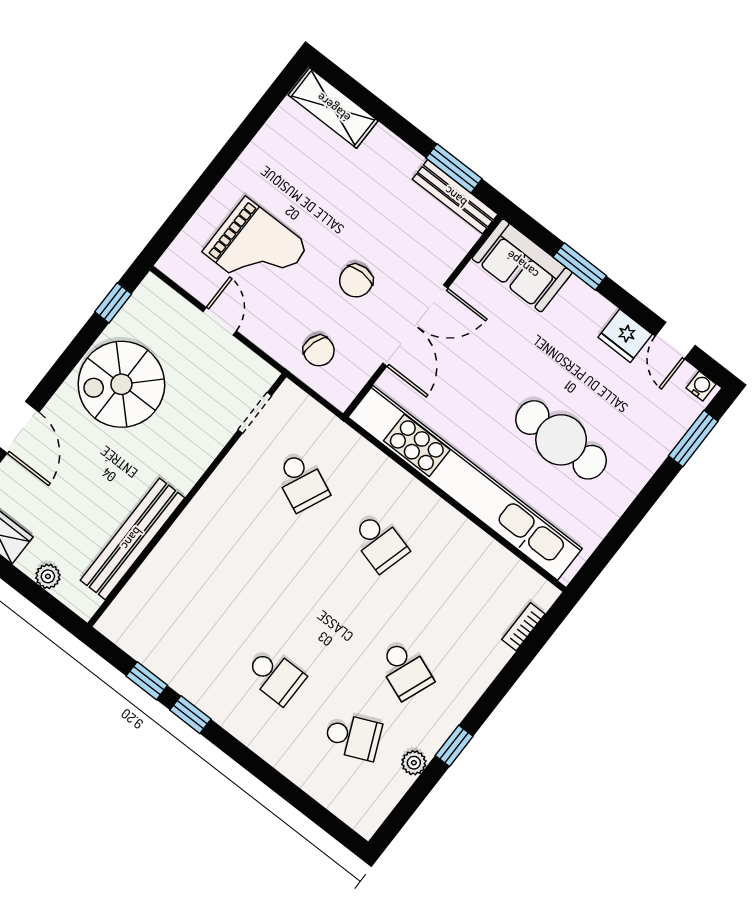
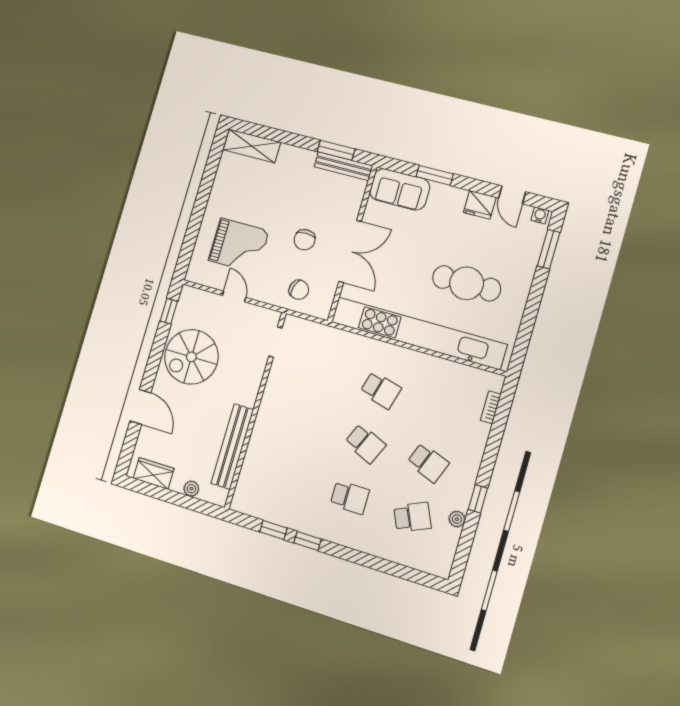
school desk: (302, 482) -> (365, 444), moved

